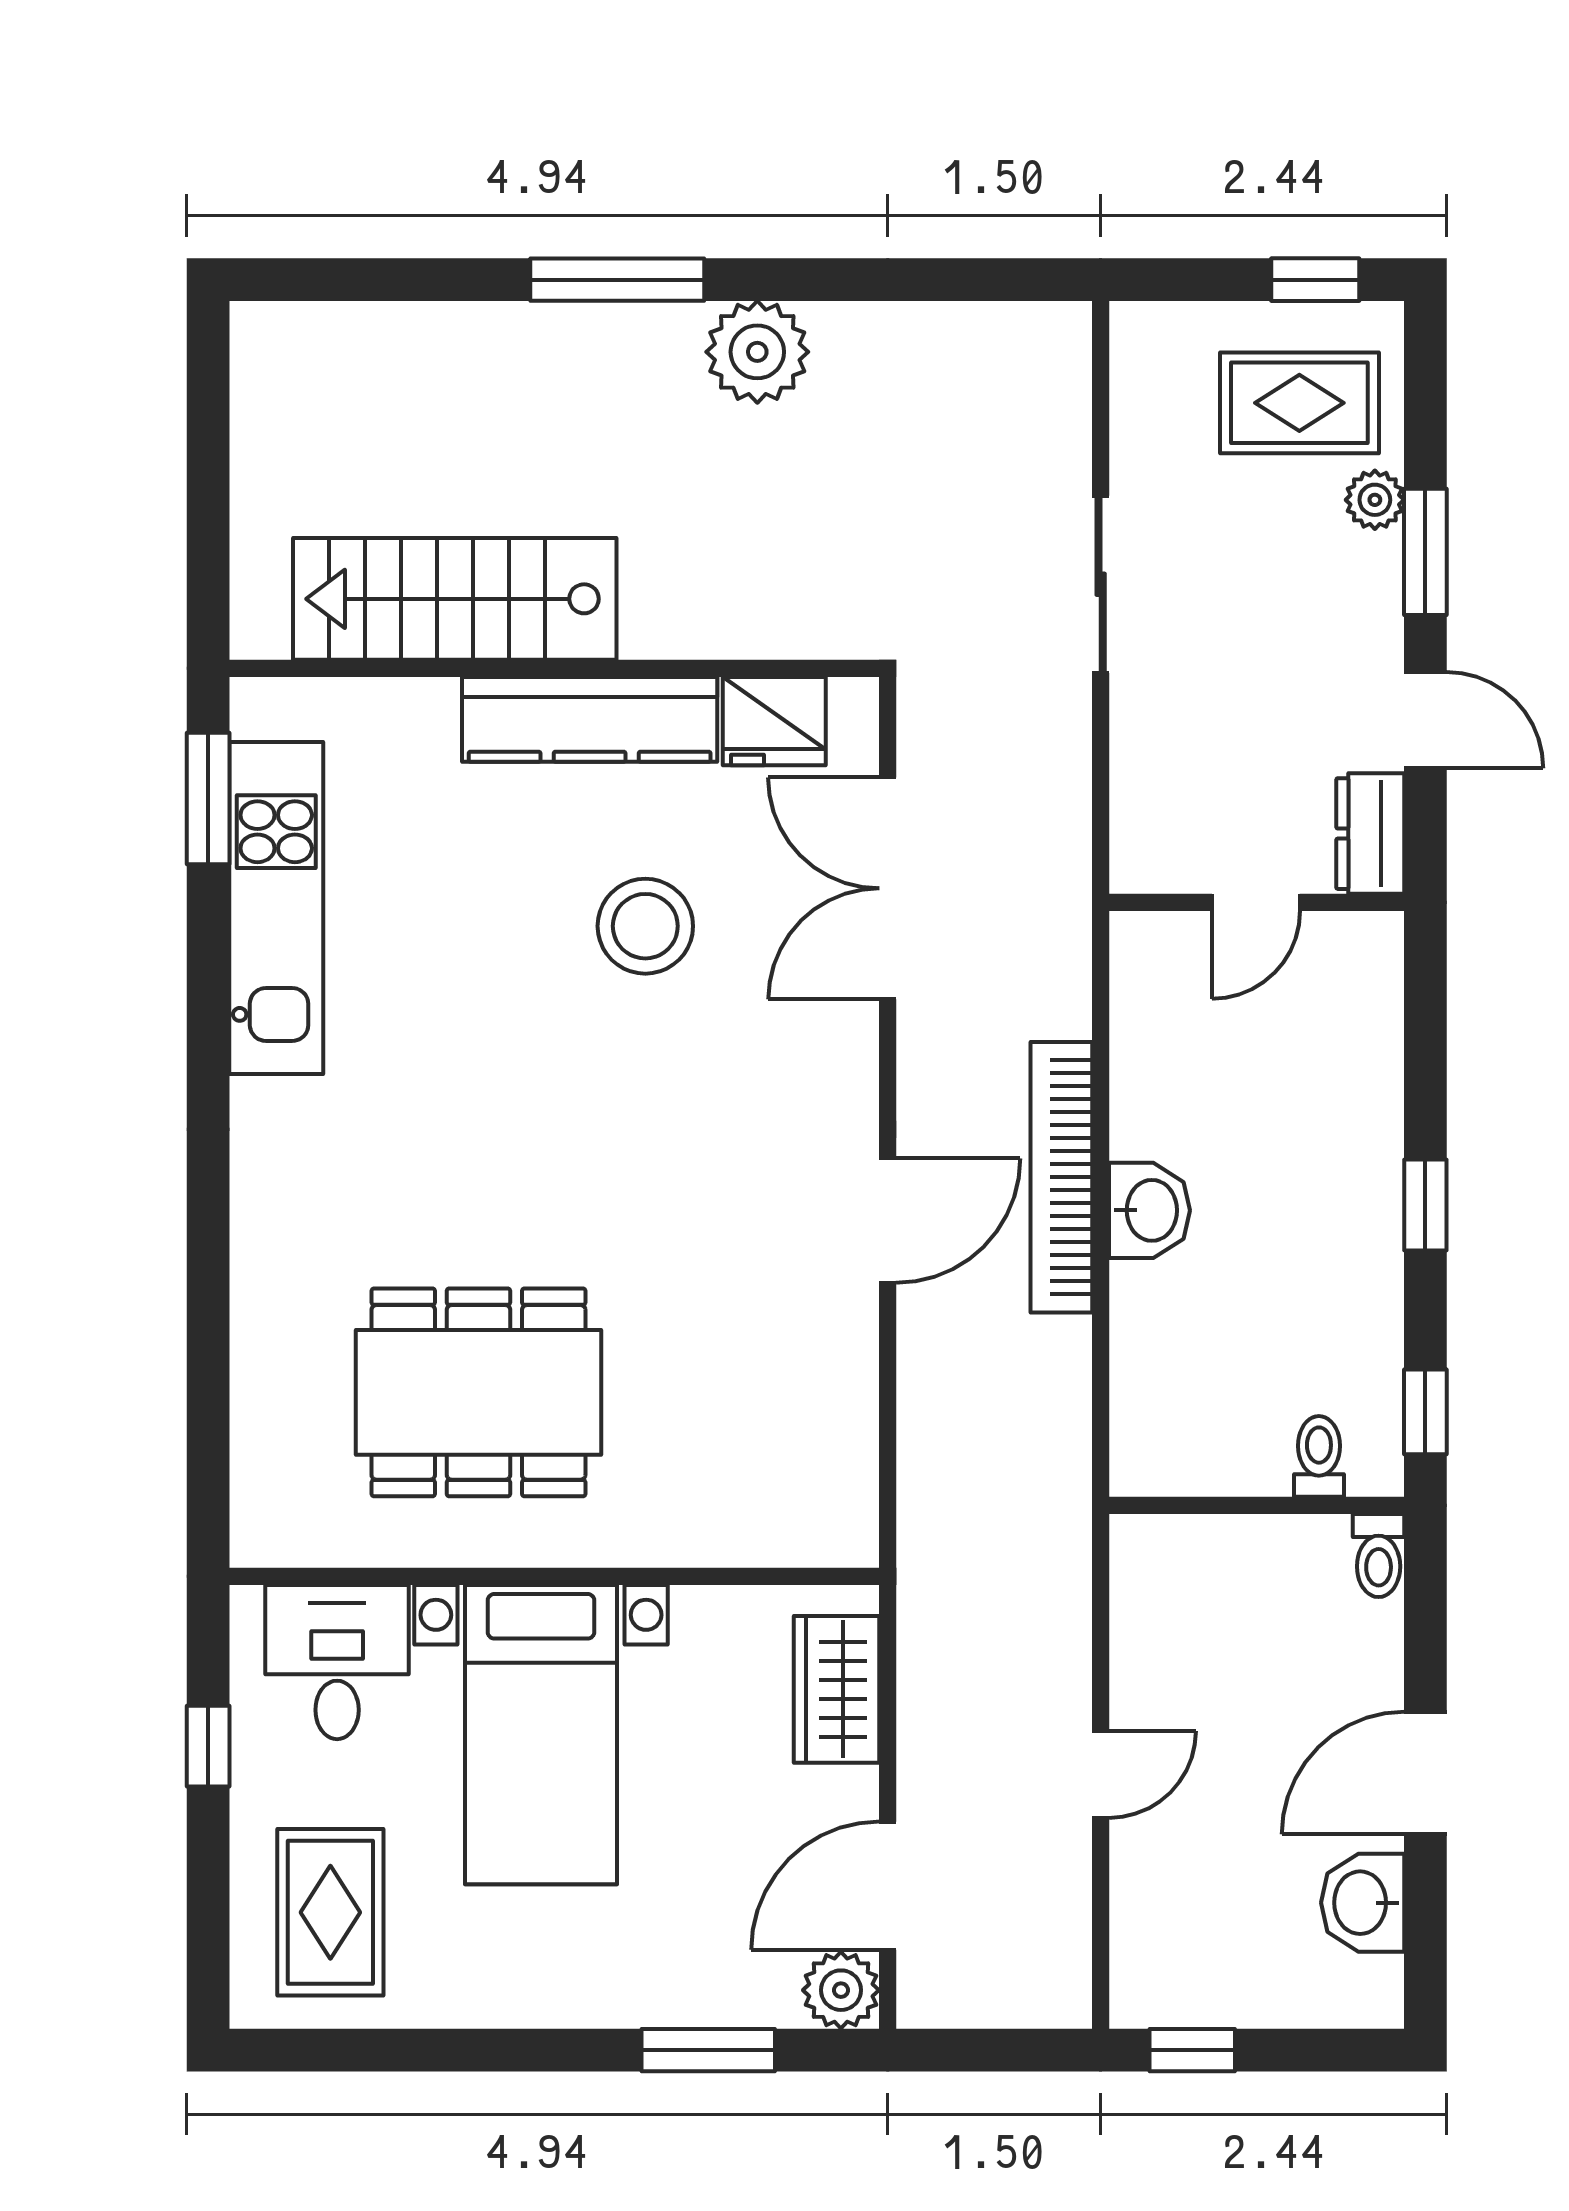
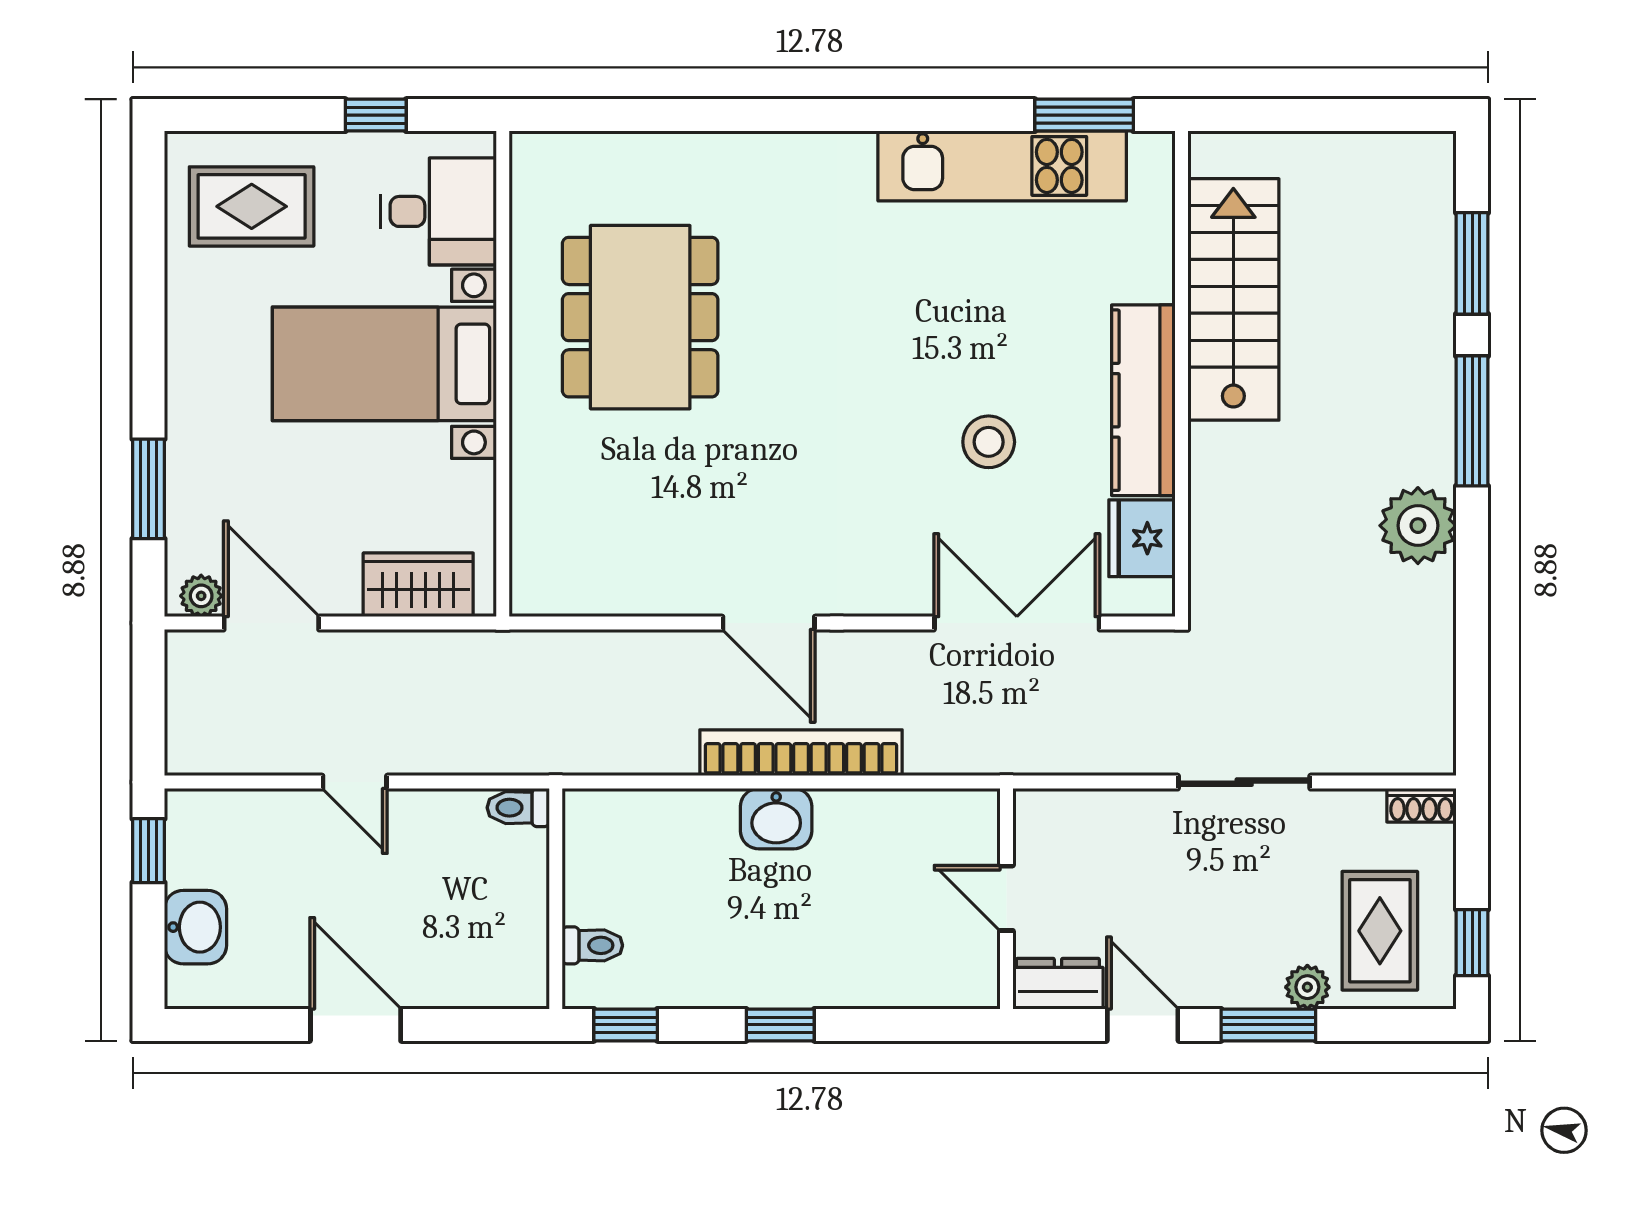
window: (407, 280) -> (1472, 263), added
shoe rack: (1132, 347) -> (1421, 805), added
door: (1425, 720) -> (1143, 1025), swing flipped
stool: (645, 926) -> (989, 442), width x0.73, depth x0.73
toilet: (1379, 1556) -> (518, 808), moved
washbasin: (1363, 1903) -> (195, 927), moved, turned 90
plant: (841, 1990) -> (201, 596), width x0.73, depth x0.73

